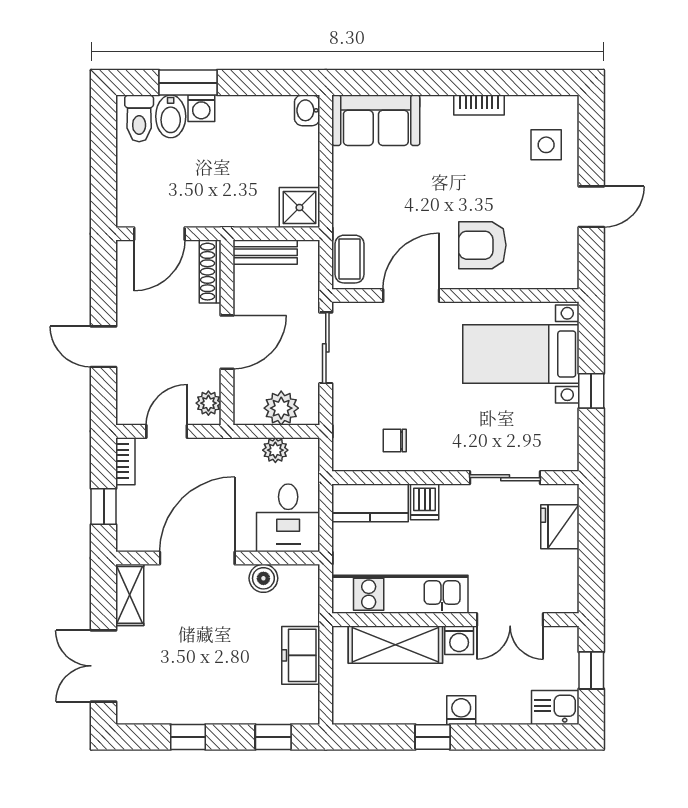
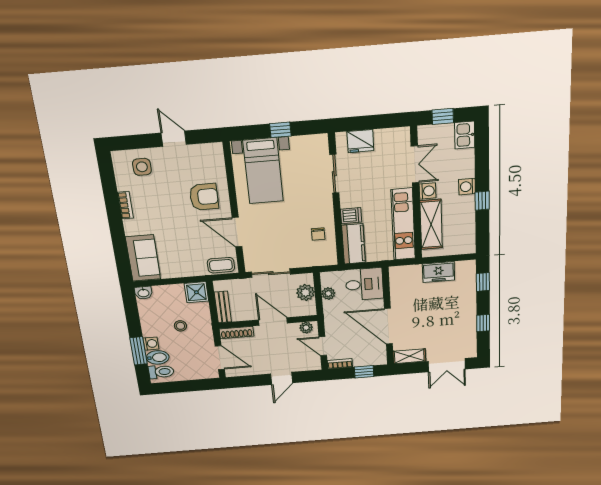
stool: (233, 169) -> (180, 326), added
armchair: (482, 245) -> (204, 197), turned -90
boiler: (263, 578) -> (398, 294), removed

